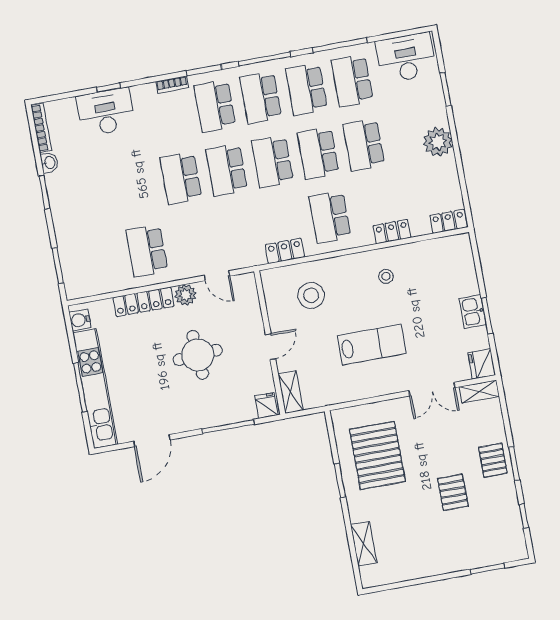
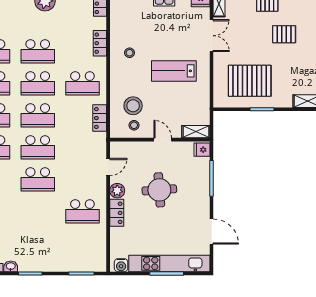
locker: (143, 302) -> (117, 213), width x0.66
stool: (284, 302) -> (134, 125), added
lab bench: (372, 345) -> (174, 71), turned -90

